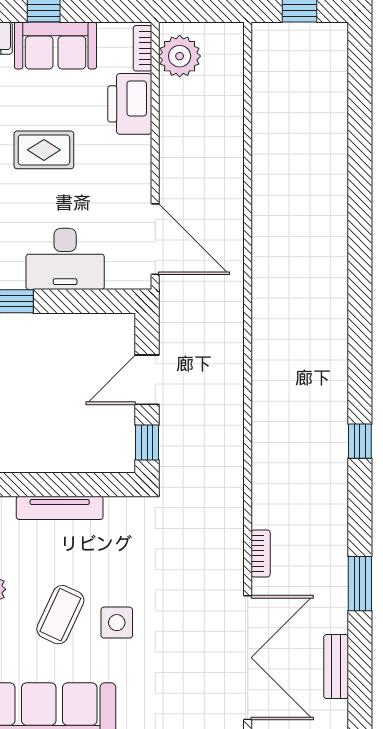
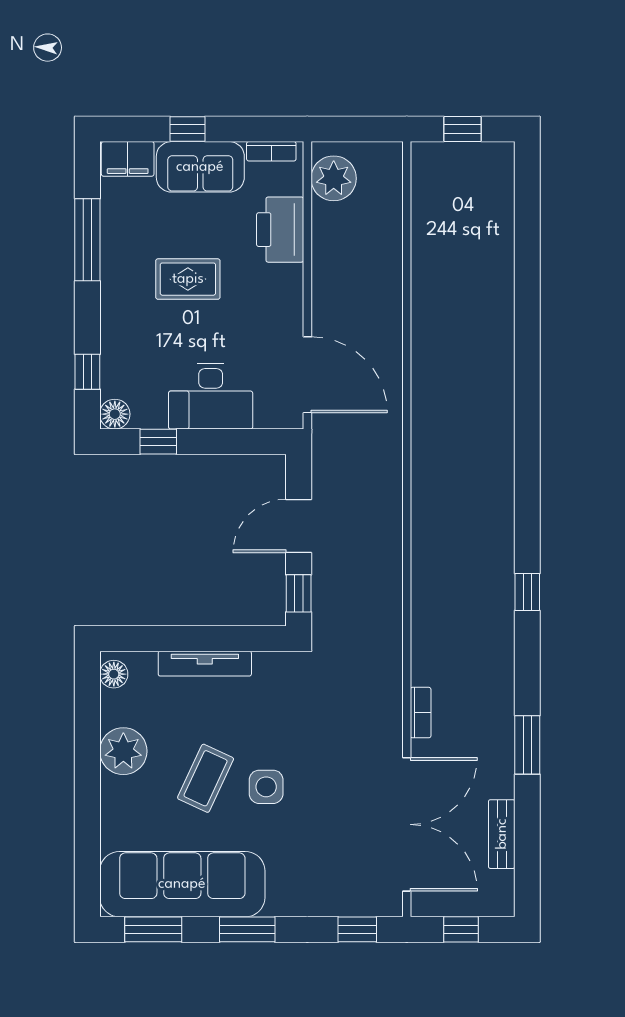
bookcase: (142, 48) -> (271, 151), moved, turned -90

